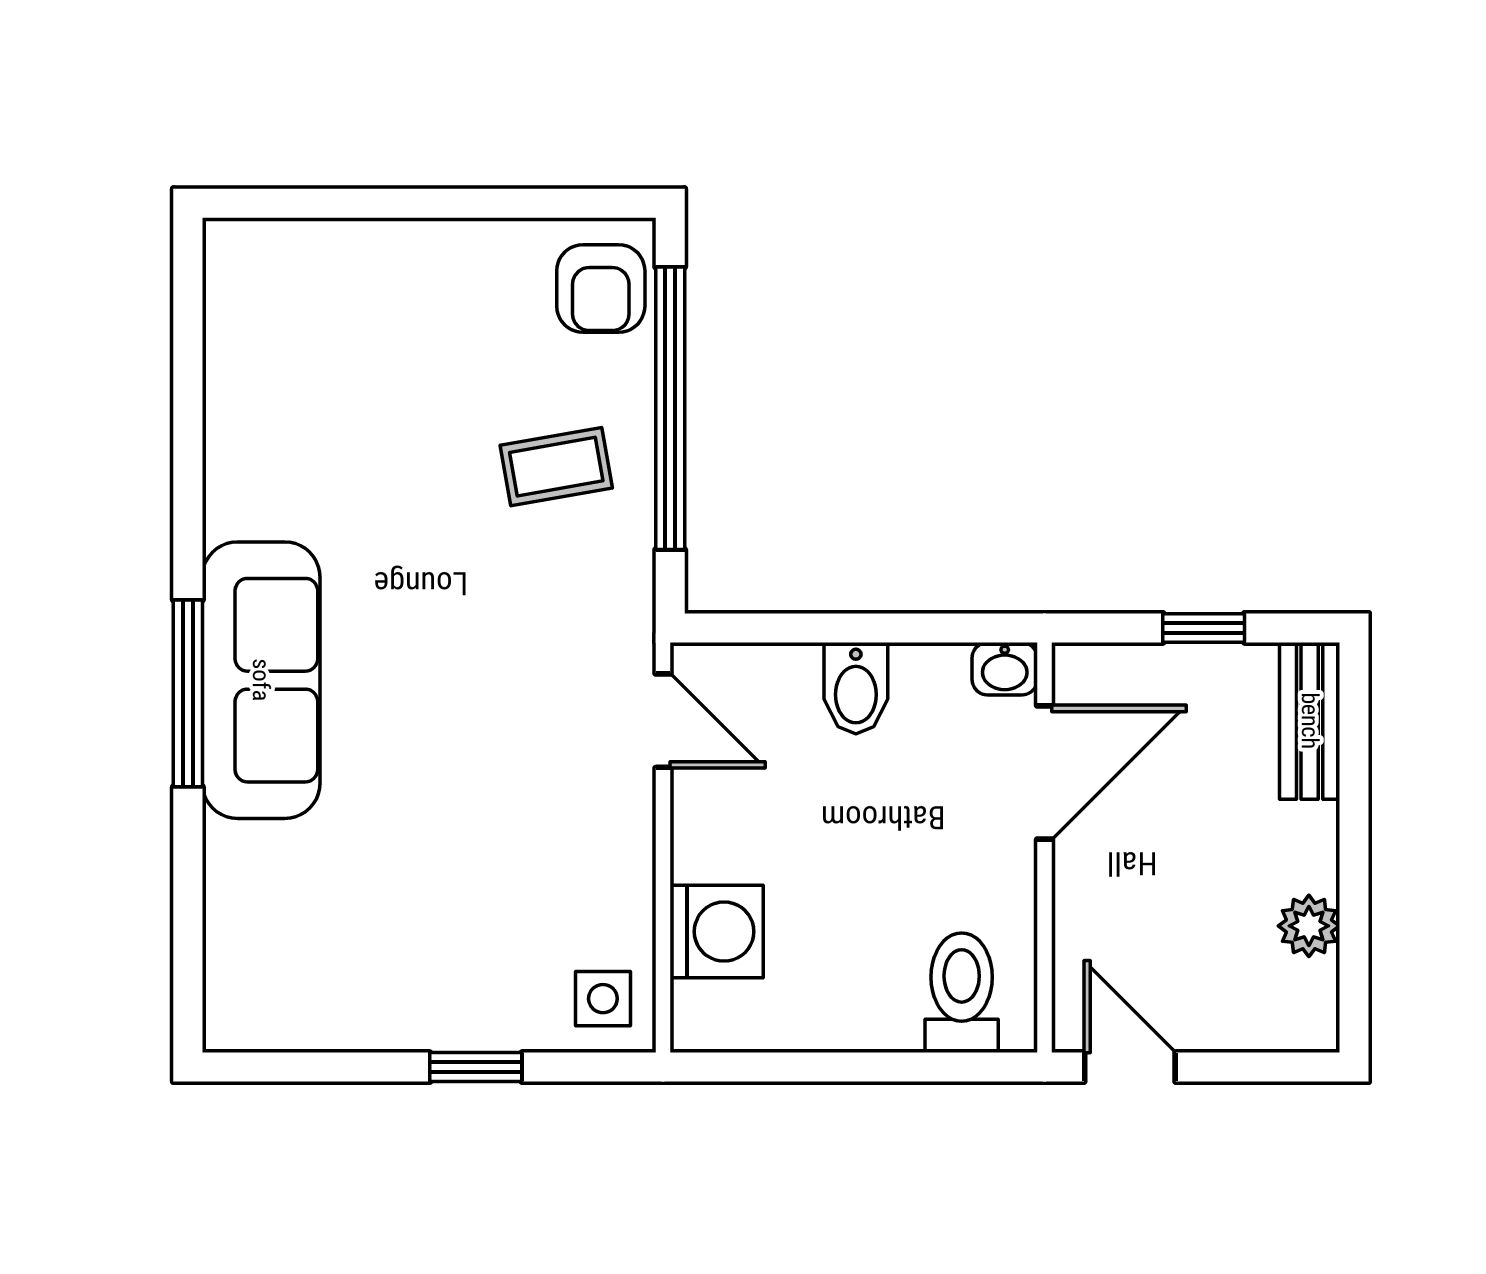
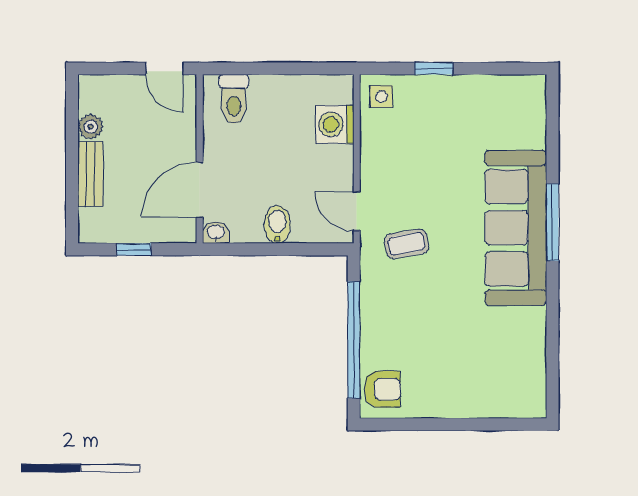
armchair: (601, 289) -> (382, 389), turned 90
coffee table: (556, 467) -> (407, 244), moved
sofa: (261, 680) -> (516, 228), width x1.36, depth x1.27
bench: (1310, 721) -> (90, 174), moved

